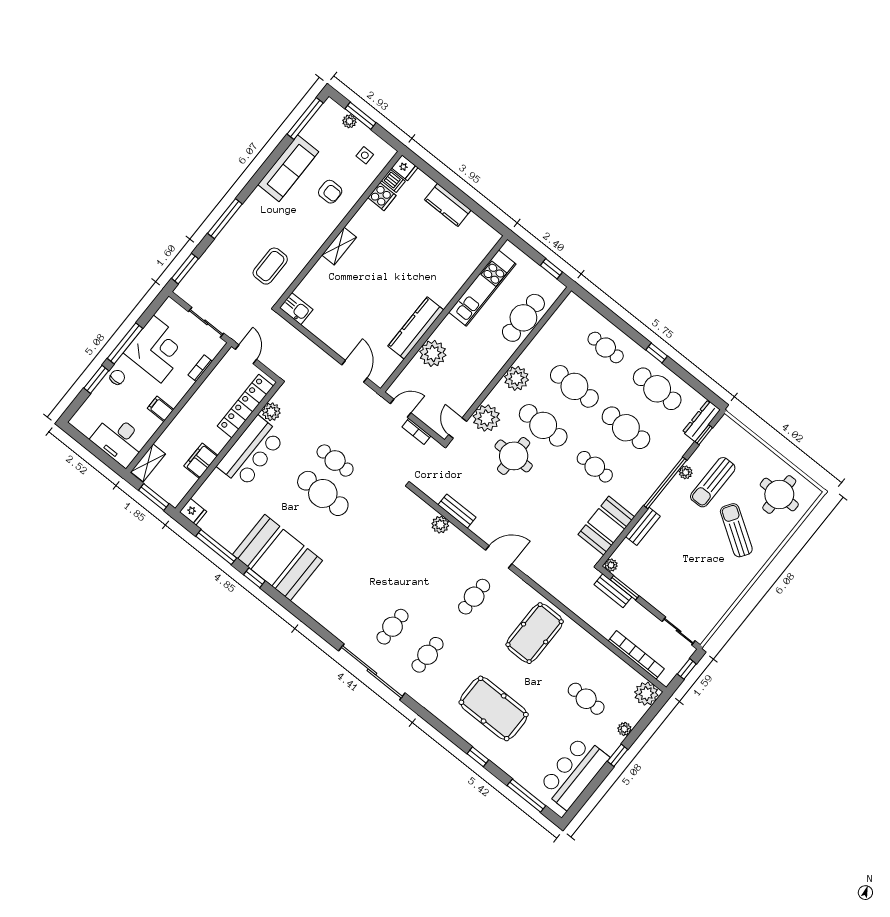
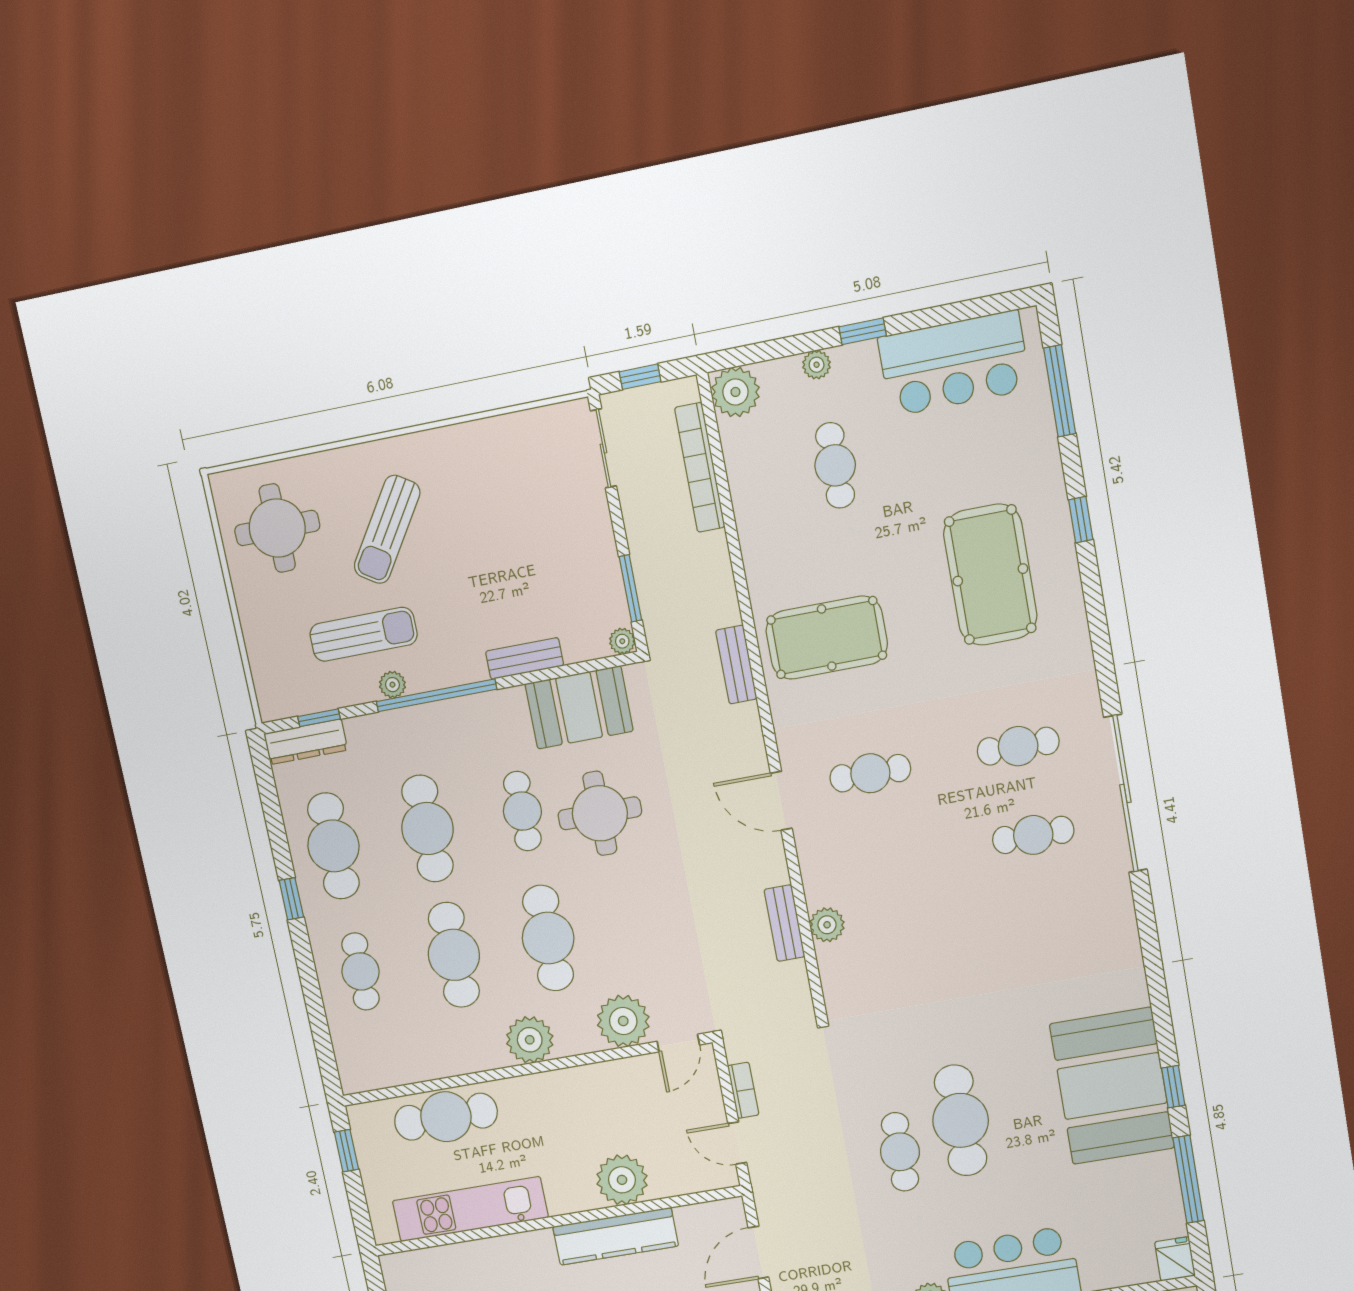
round table: (514, 456) -> (600, 813), moved
bench: (613, 591) -> (736, 665), moved

